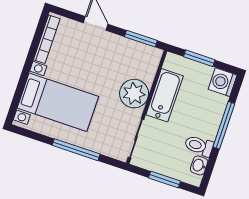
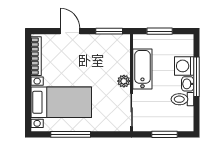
washing machine: (223, 82) -> (184, 66), moved
plant: (134, 94) -> (124, 81), width x0.53, depth x0.53
window: (76, 150) -> (71, 134), moved
washbasin: (199, 165) -> (188, 84), moved

